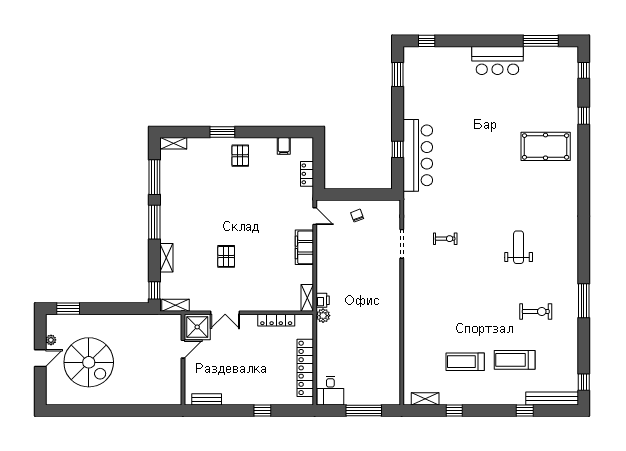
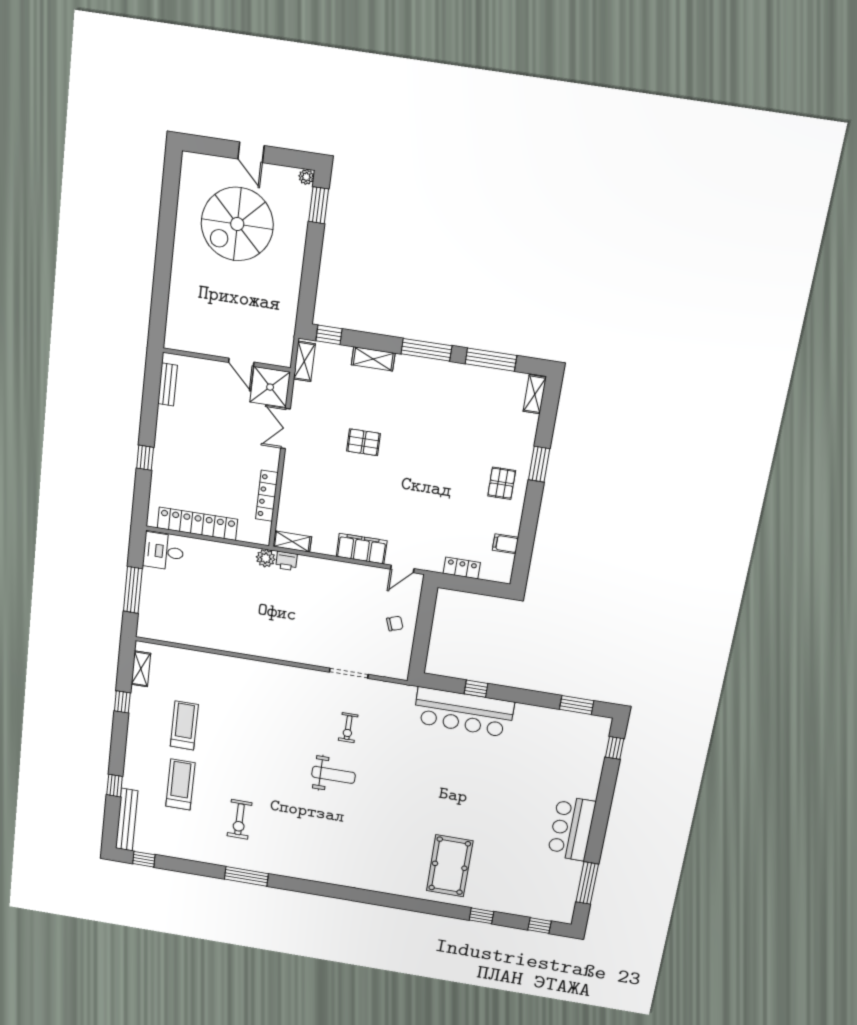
pallet: (240, 156) -> (502, 483), turned 90
weight bench: (519, 247) -> (333, 775), moved
plant: (51, 340) -> (306, 177), moved

